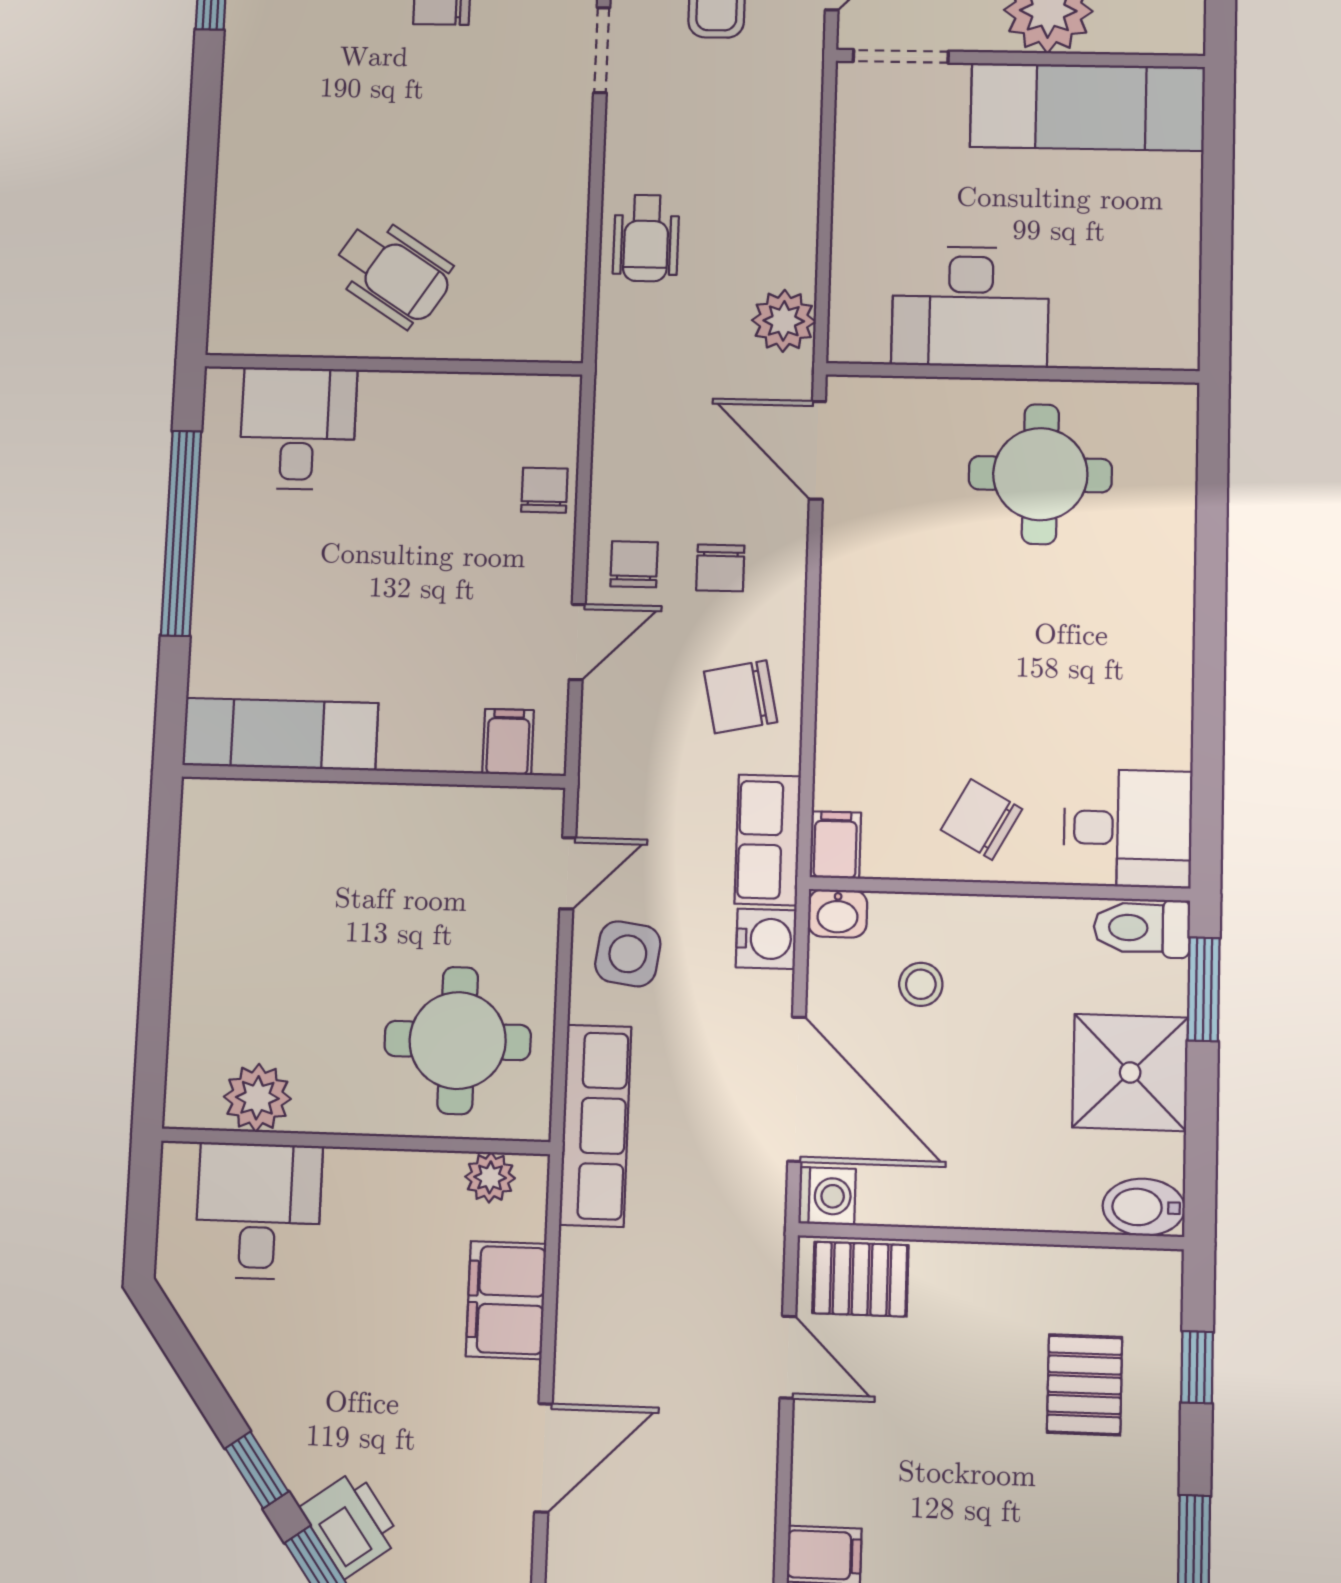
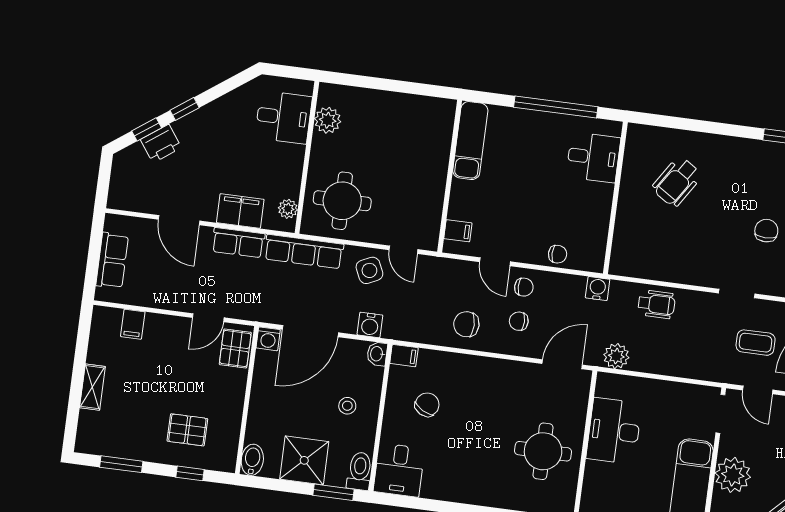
wheelchair: (646, 238) -> (656, 304), turned 180
wheelchair: (393, 273) -> (677, 182), moved
water cooler: (621, 384) -> (598, 289), added
chair: (741, 697) -> (466, 324), turned -78
chair: (981, 819) -> (427, 405), moved
row of seats: (768, 840) -> (238, 243), moved, turned 180
side table: (628, 954) -> (369, 270), turned -33
stool: (921, 984) -> (347, 406), moved

